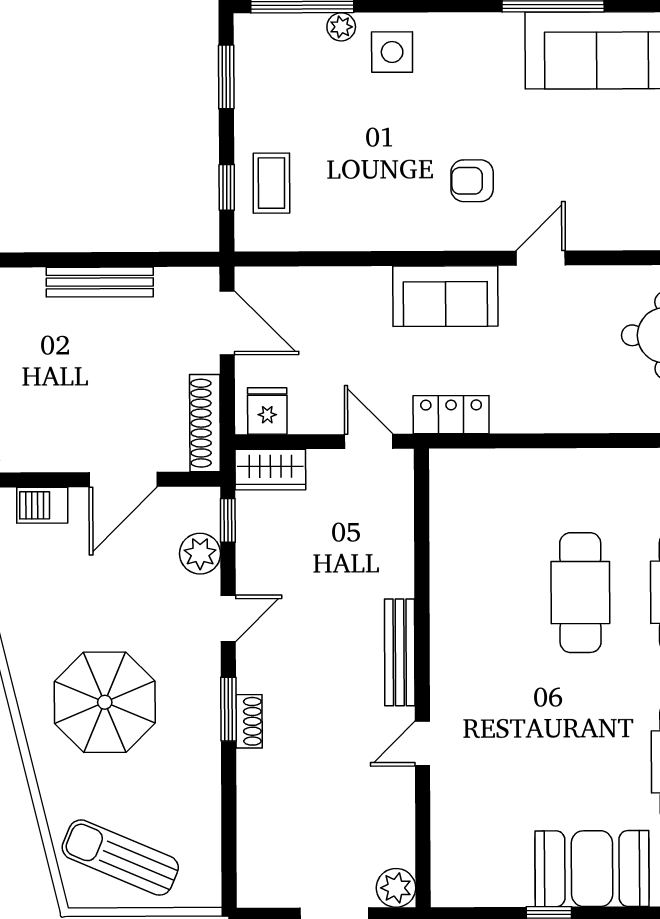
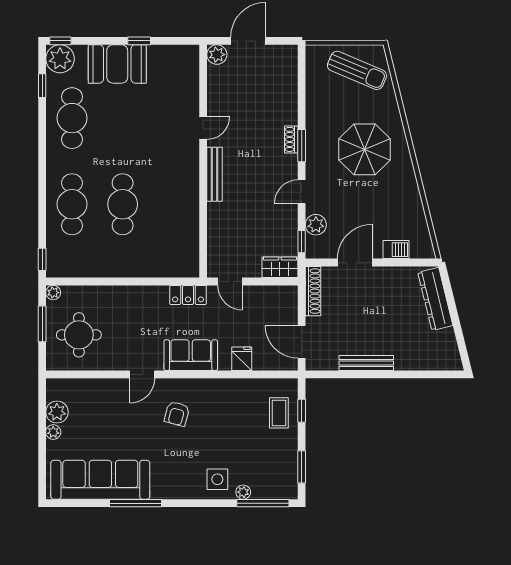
armchair: (472, 181) -> (177, 414), turned 105
fridge: (267, 411) -> (242, 359), moved, turned 180

